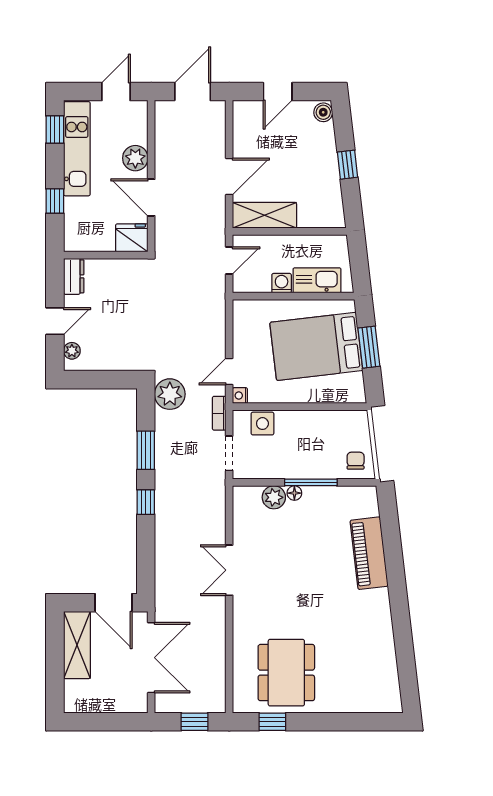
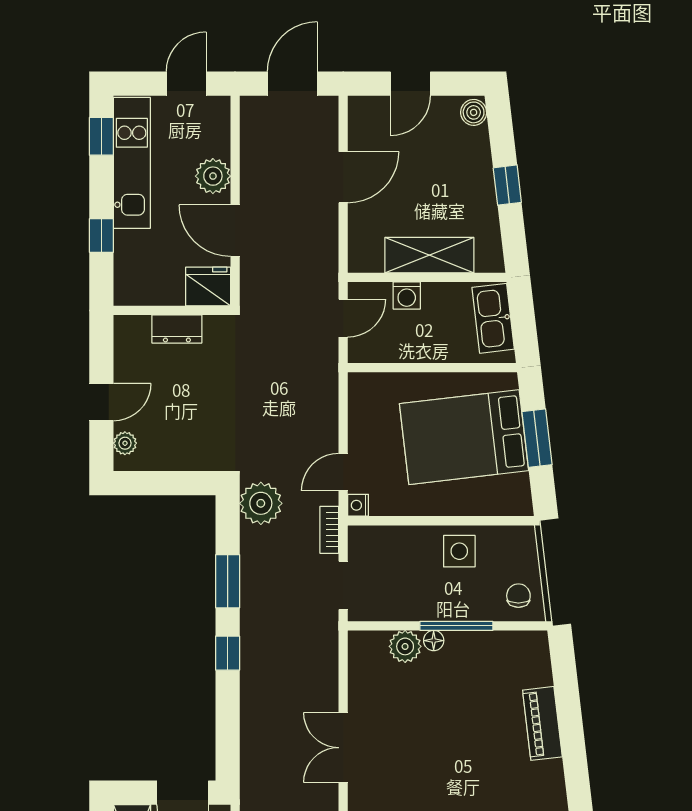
door: (229, 177) -> (343, 177), moved
shelving: (264, 215) -> (429, 255), moved
dresser: (74, 276) -> (177, 329), moved, turned 90
kitchen sink: (317, 280) -> (493, 318), moved, turned -97
washing machine: (282, 283) -> (407, 295), moved, turned 180
side table: (262, 424) -> (459, 551), moved
piano: (369, 553) -> (542, 723), width x0.73, depth x0.75

